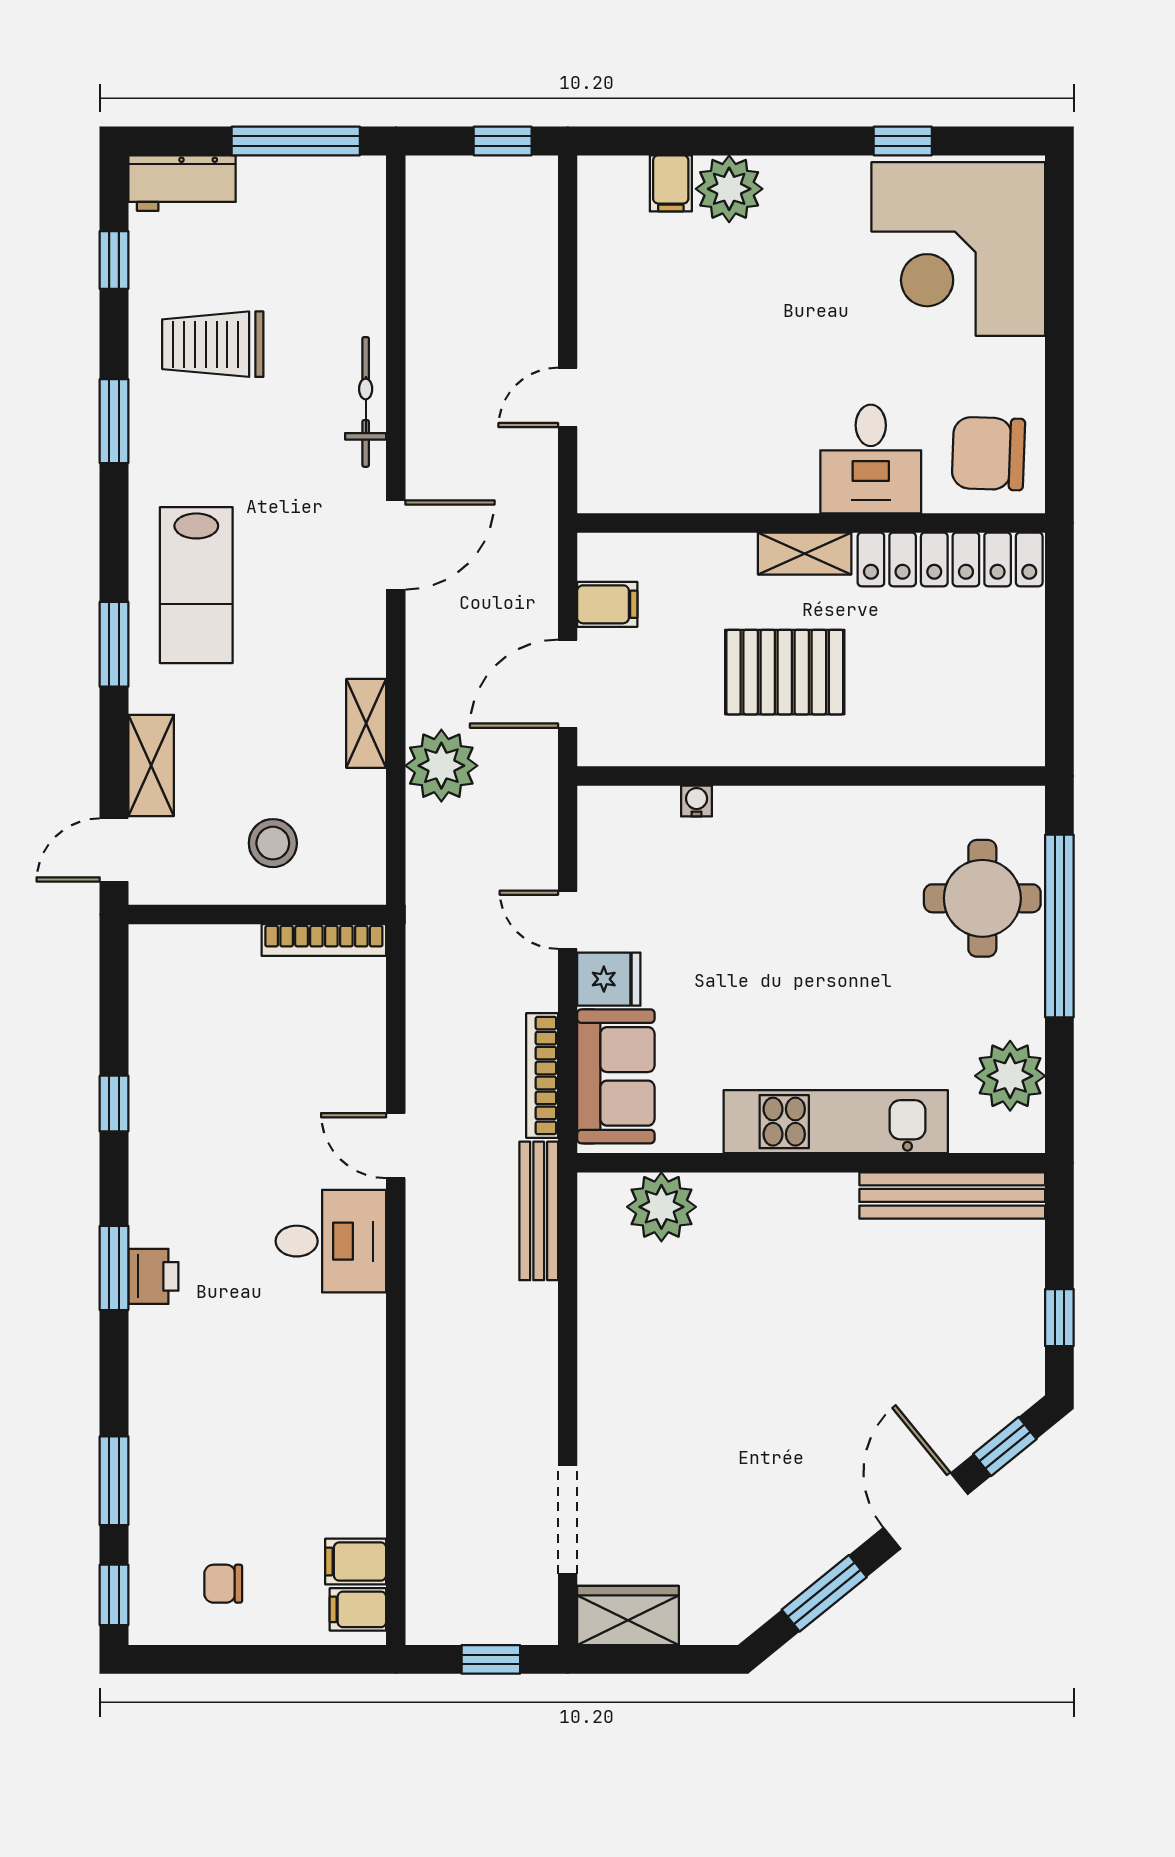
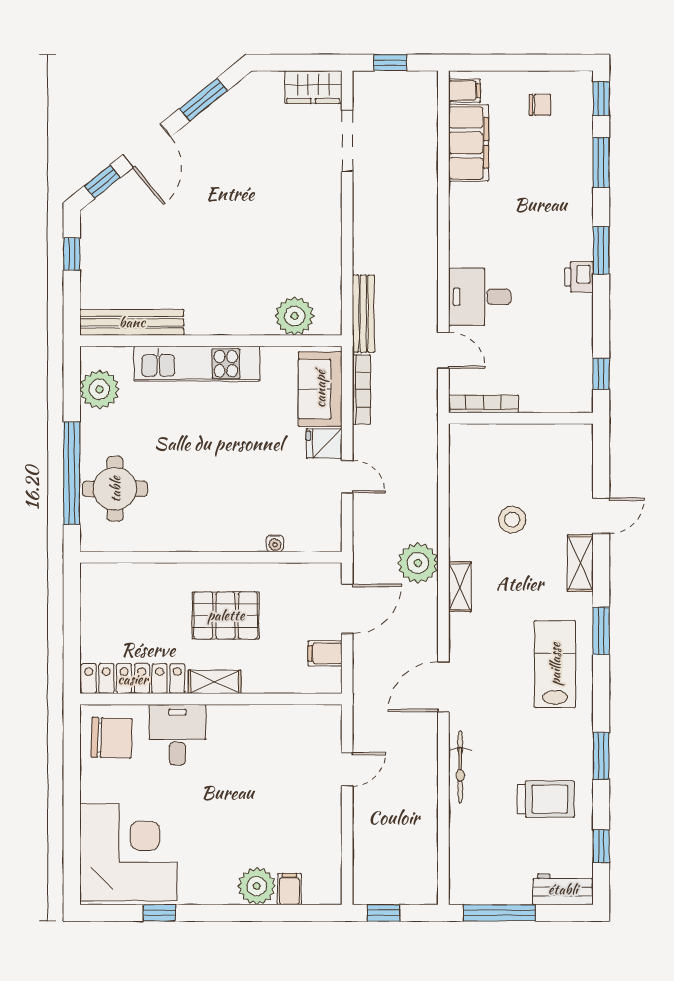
wall: (257, 914) -> (521, 418), moved
bookcase: (324, 940) -> (484, 404), moved
window: (114, 1268) -> (601, 250), moved
filing cabinet: (356, 1562) -> (469, 143), width x3.00, depth x1.17

